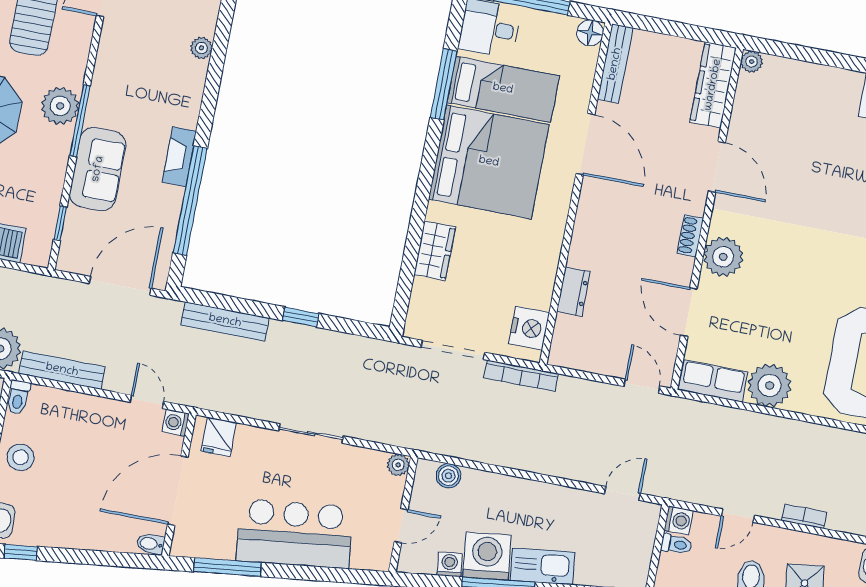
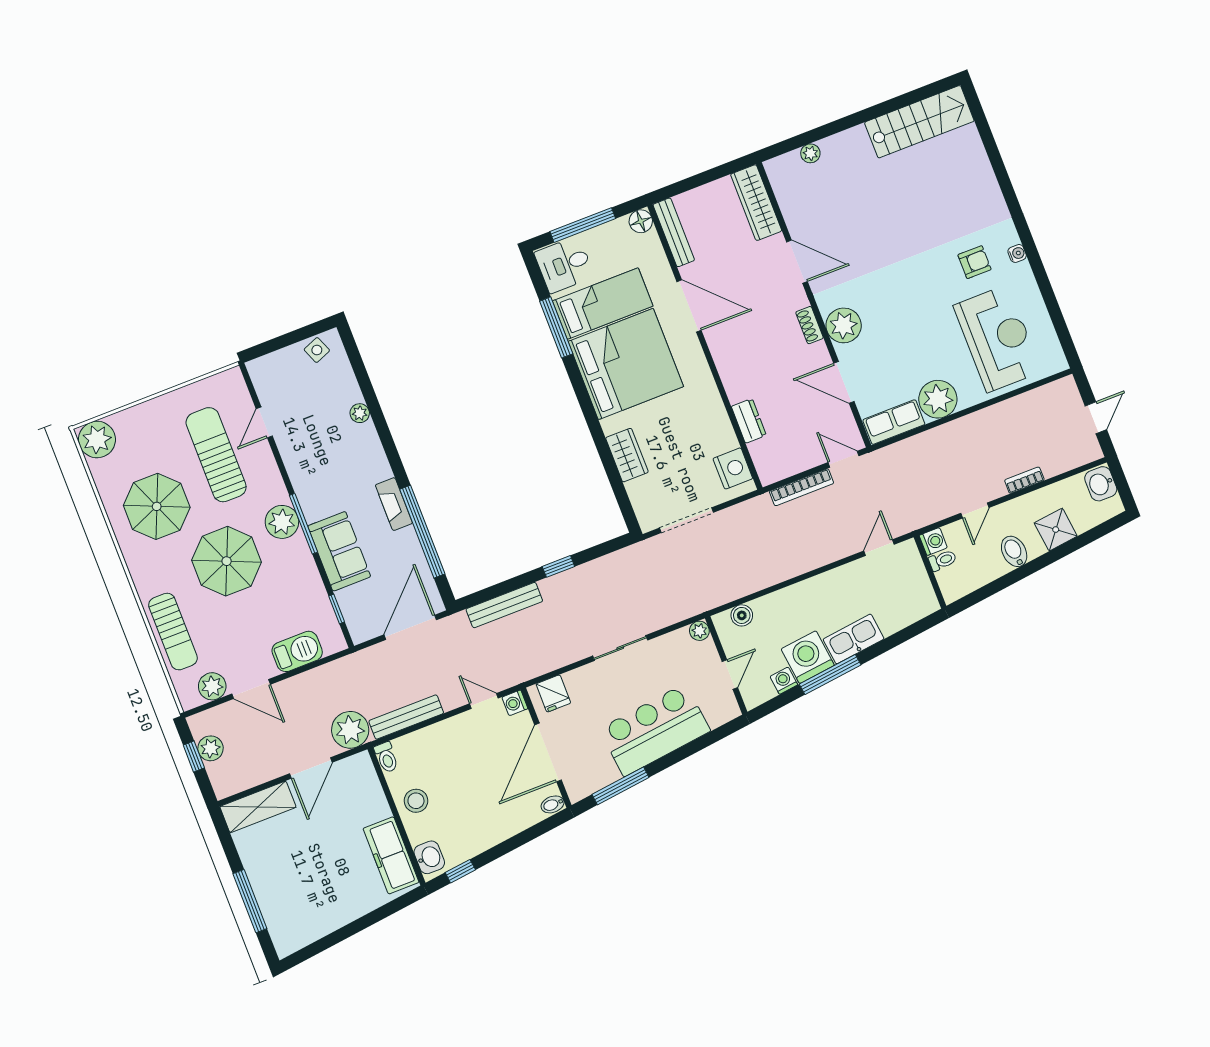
plant: (752, 62) -> (810, 153), moved
bookcase: (521, 376) -> (802, 487), moved

